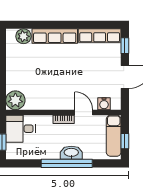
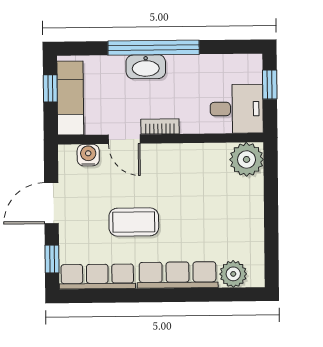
coffee table: (79, 66) -> (134, 222), added

